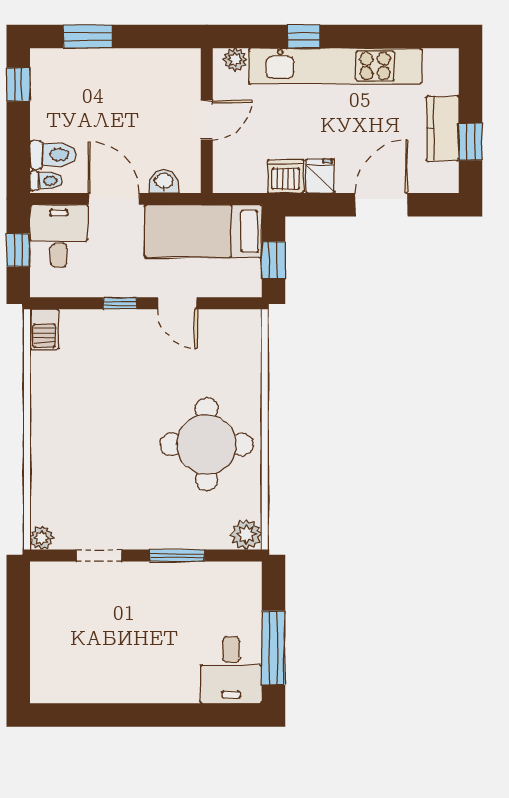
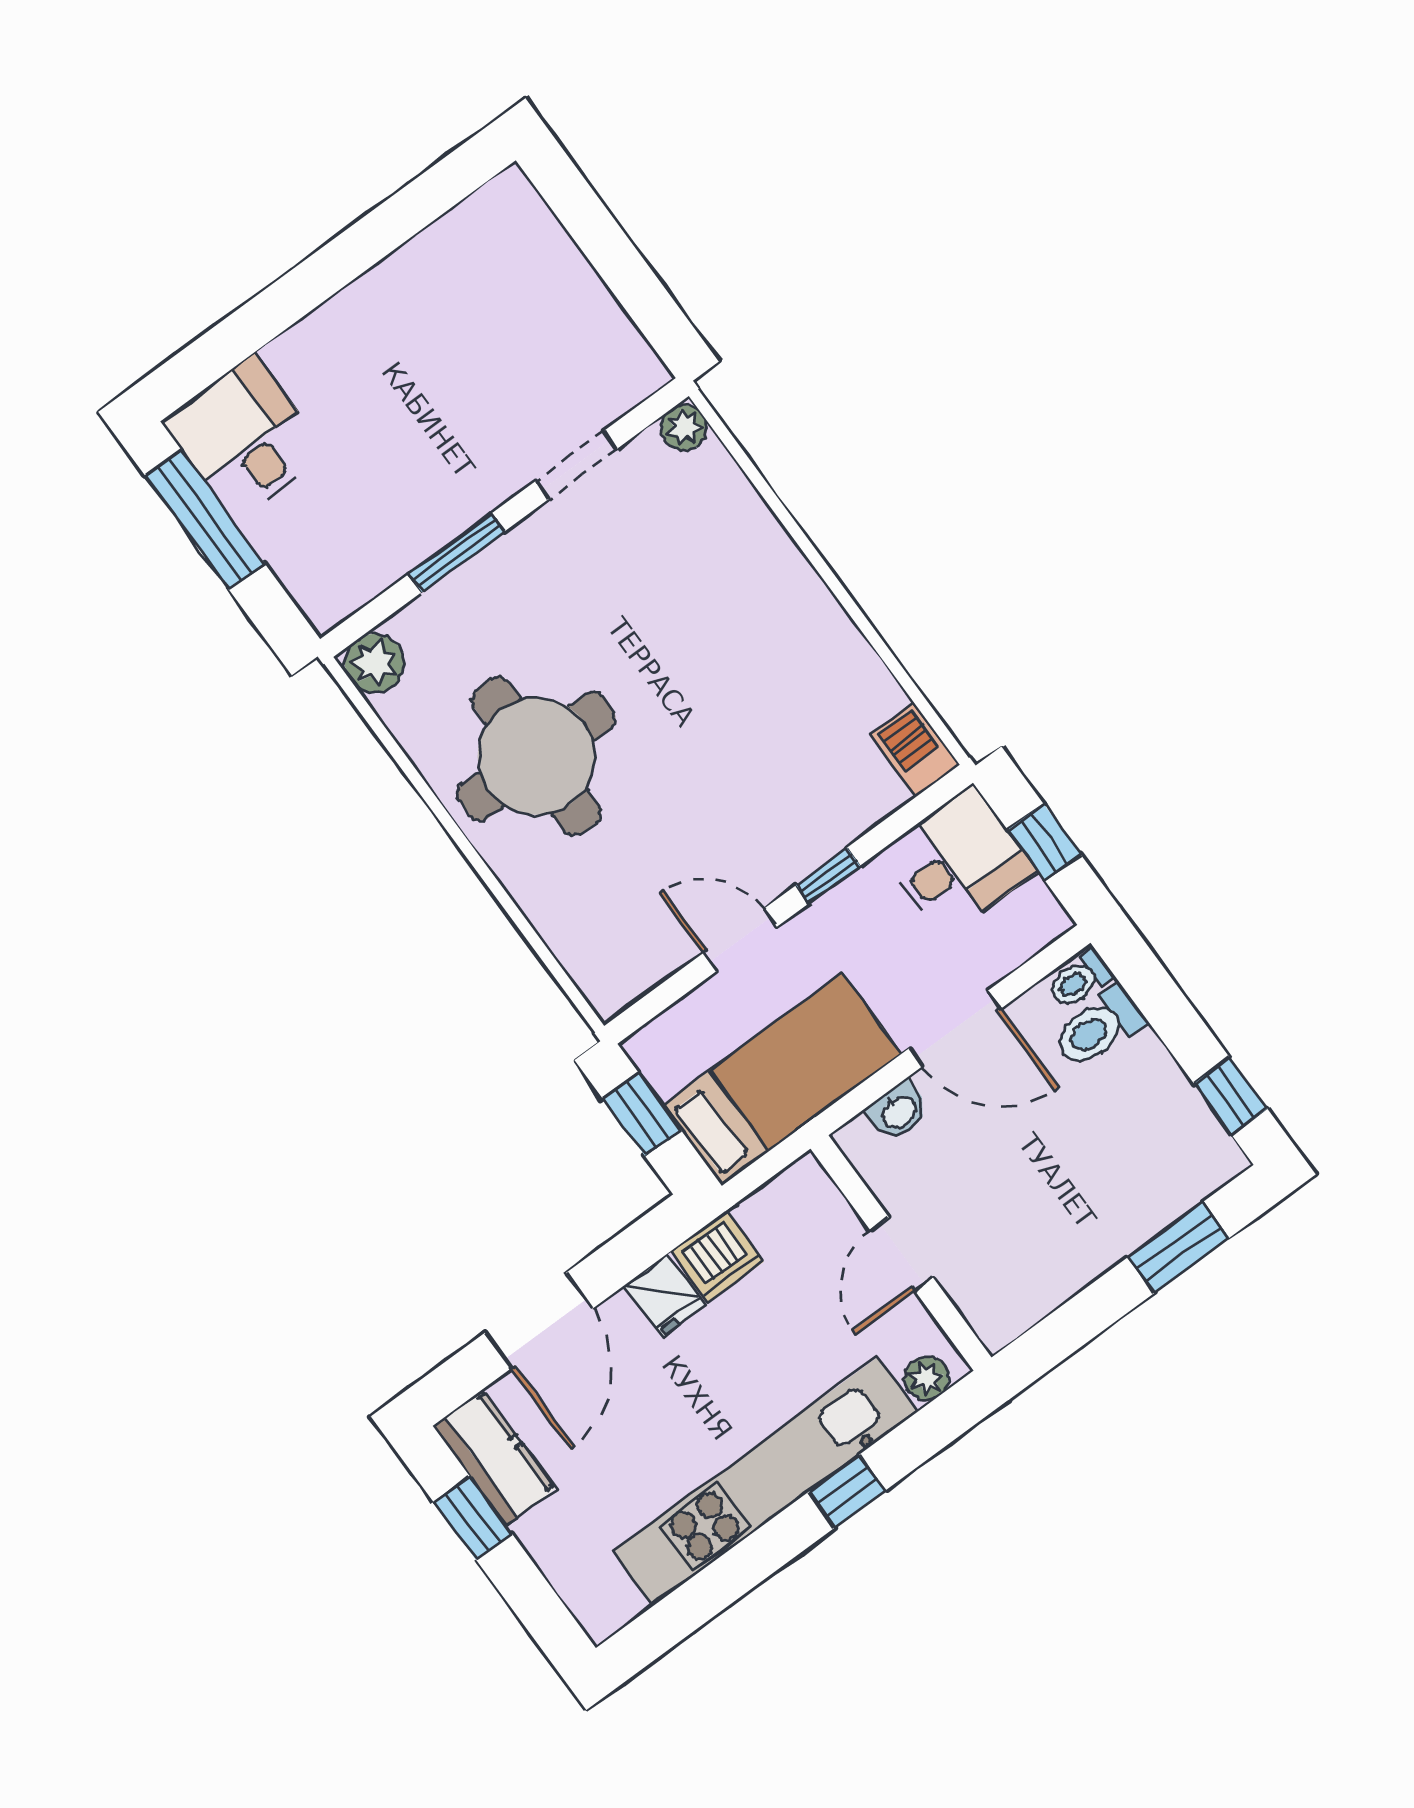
kitchen counter: (443, 128) -> (494, 1457), moved
desk: (59, 236) -> (958, 862), moved, turned -90

